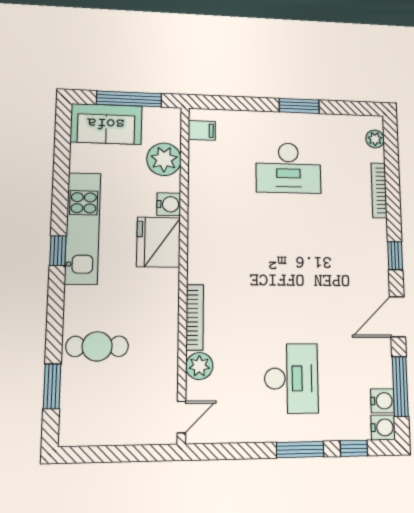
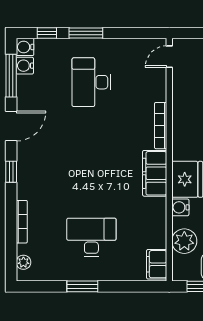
filing cabinet: (202, 130) -> (157, 264), width x2.00
filing cabinet: (204, 251) -> (155, 173), added
plant: (199, 366) -> (157, 91), removed

